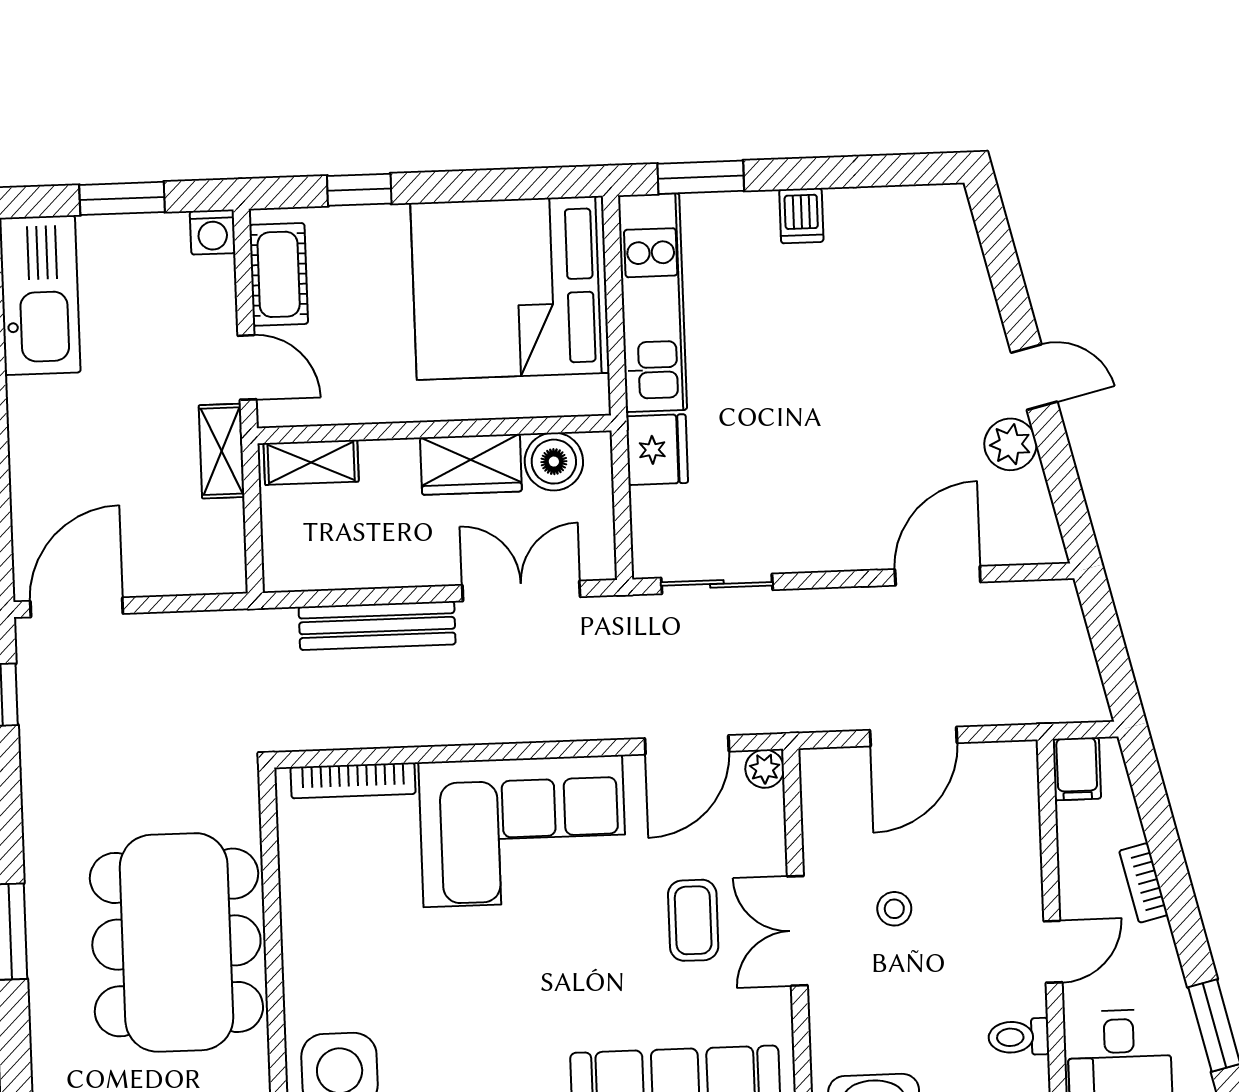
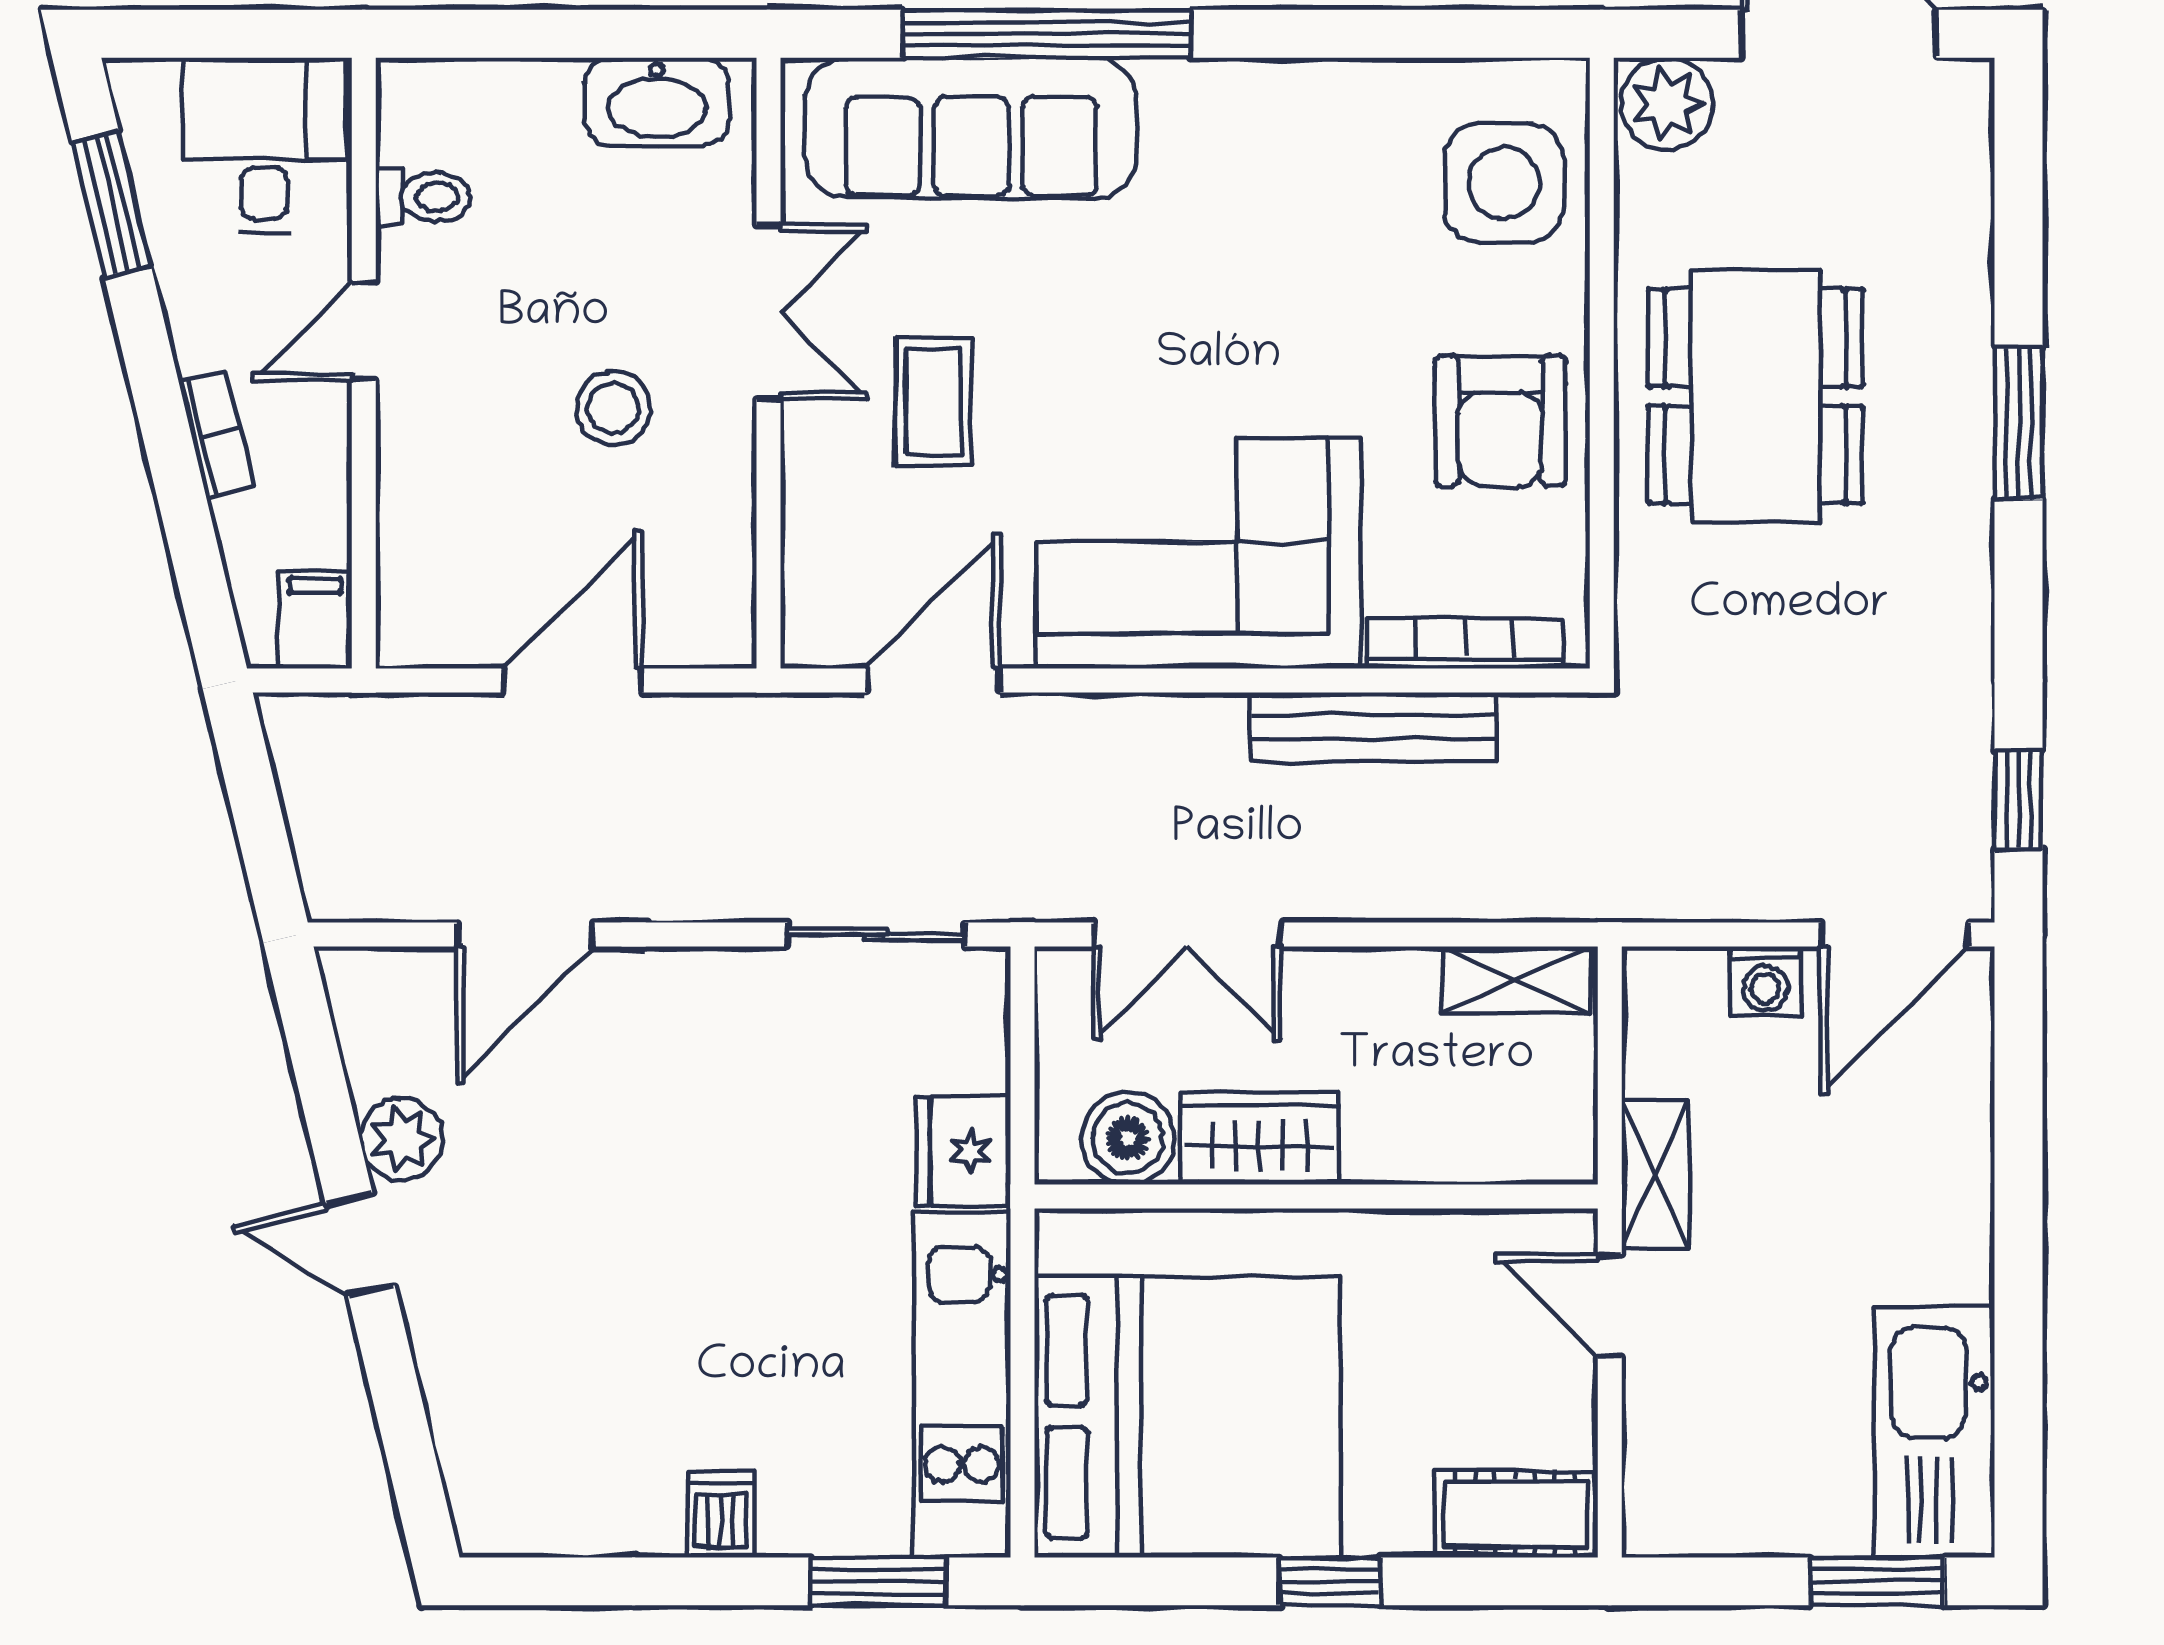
window: (359, 190) -> (1330, 1581), moved
window: (122, 198) -> (1877, 1581), moved
washing machine: (213, 232) -> (1765, 981), moved, turned 180
cot: (279, 274) -> (1515, 1514), moved, turned 90
shelving: (311, 462) -> (1516, 980), moved
bench: (377, 626) -> (1373, 727), moved
plant: (765, 769) -> (811, 638), removed
stool: (894, 909) -> (613, 408), width x1.37, depth x1.37
armchair: (336, 921) -> (1500, 421), added
double door: (797, 931) -> (769, 312), moved
dining table: (176, 942) -> (1755, 396), width x0.73, depth x0.80

